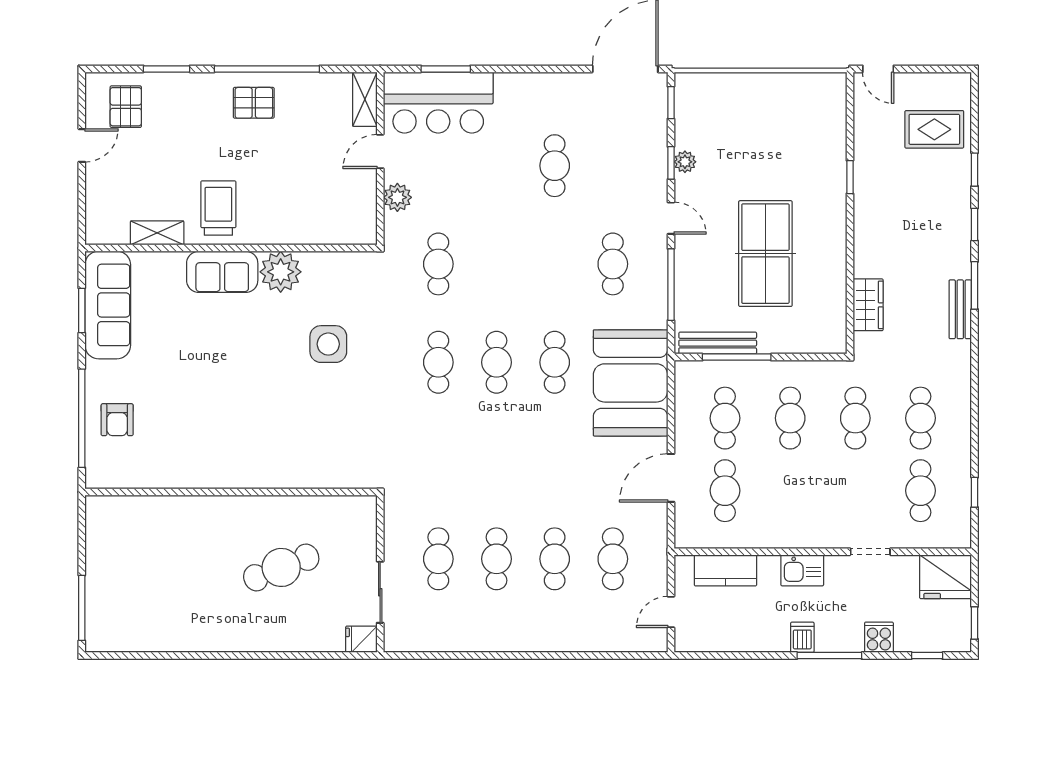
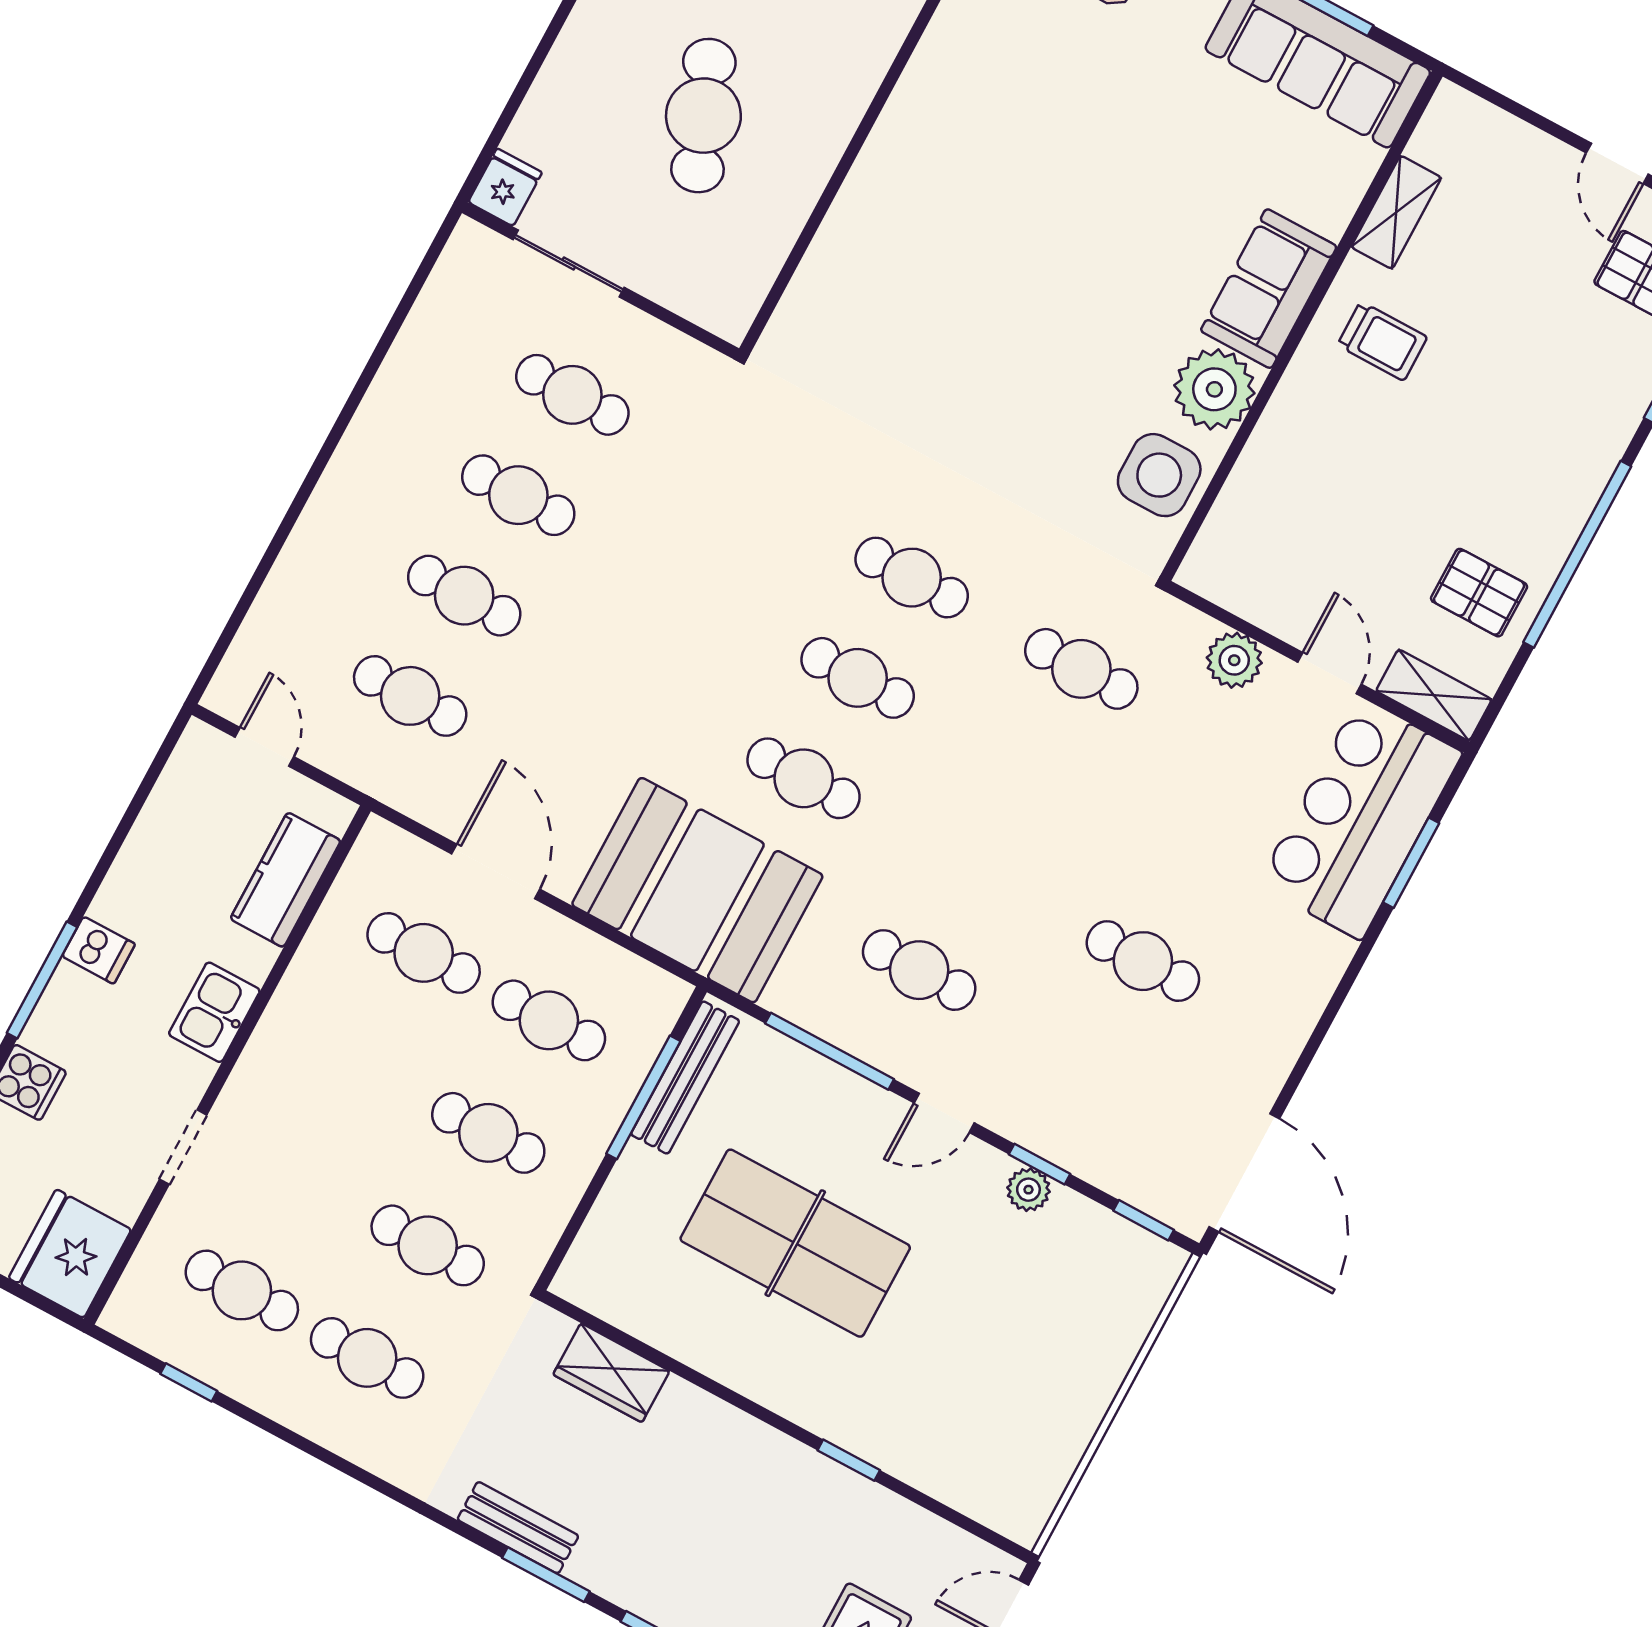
pallet: (254, 103) -> (1479, 593), moved, turned 90
trolley: (218, 208) -> (1382, 341), width x0.73, depth x0.72
side table: (328, 344) -> (1159, 475), moved

